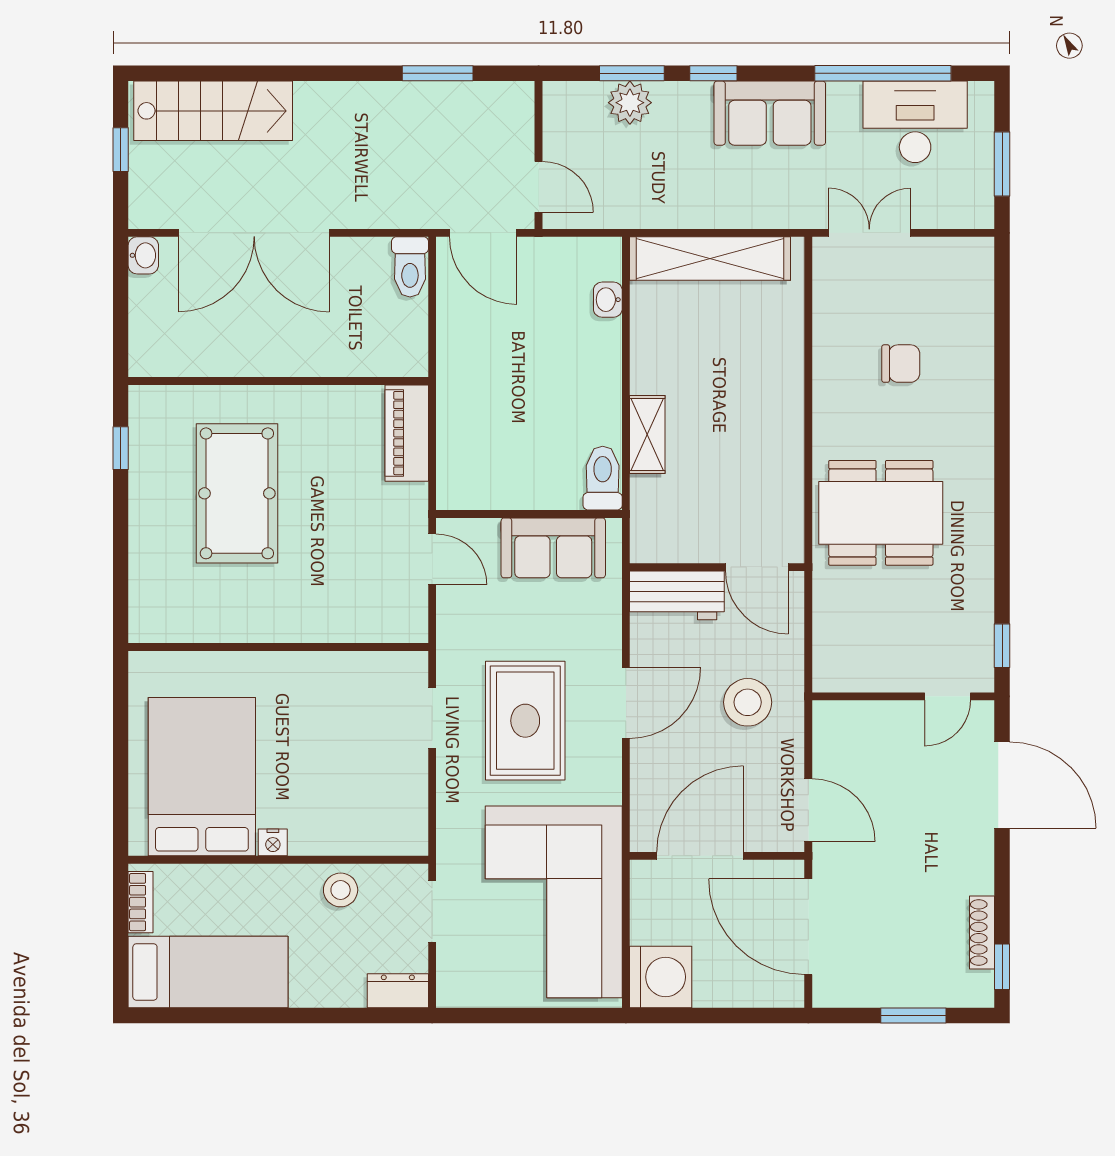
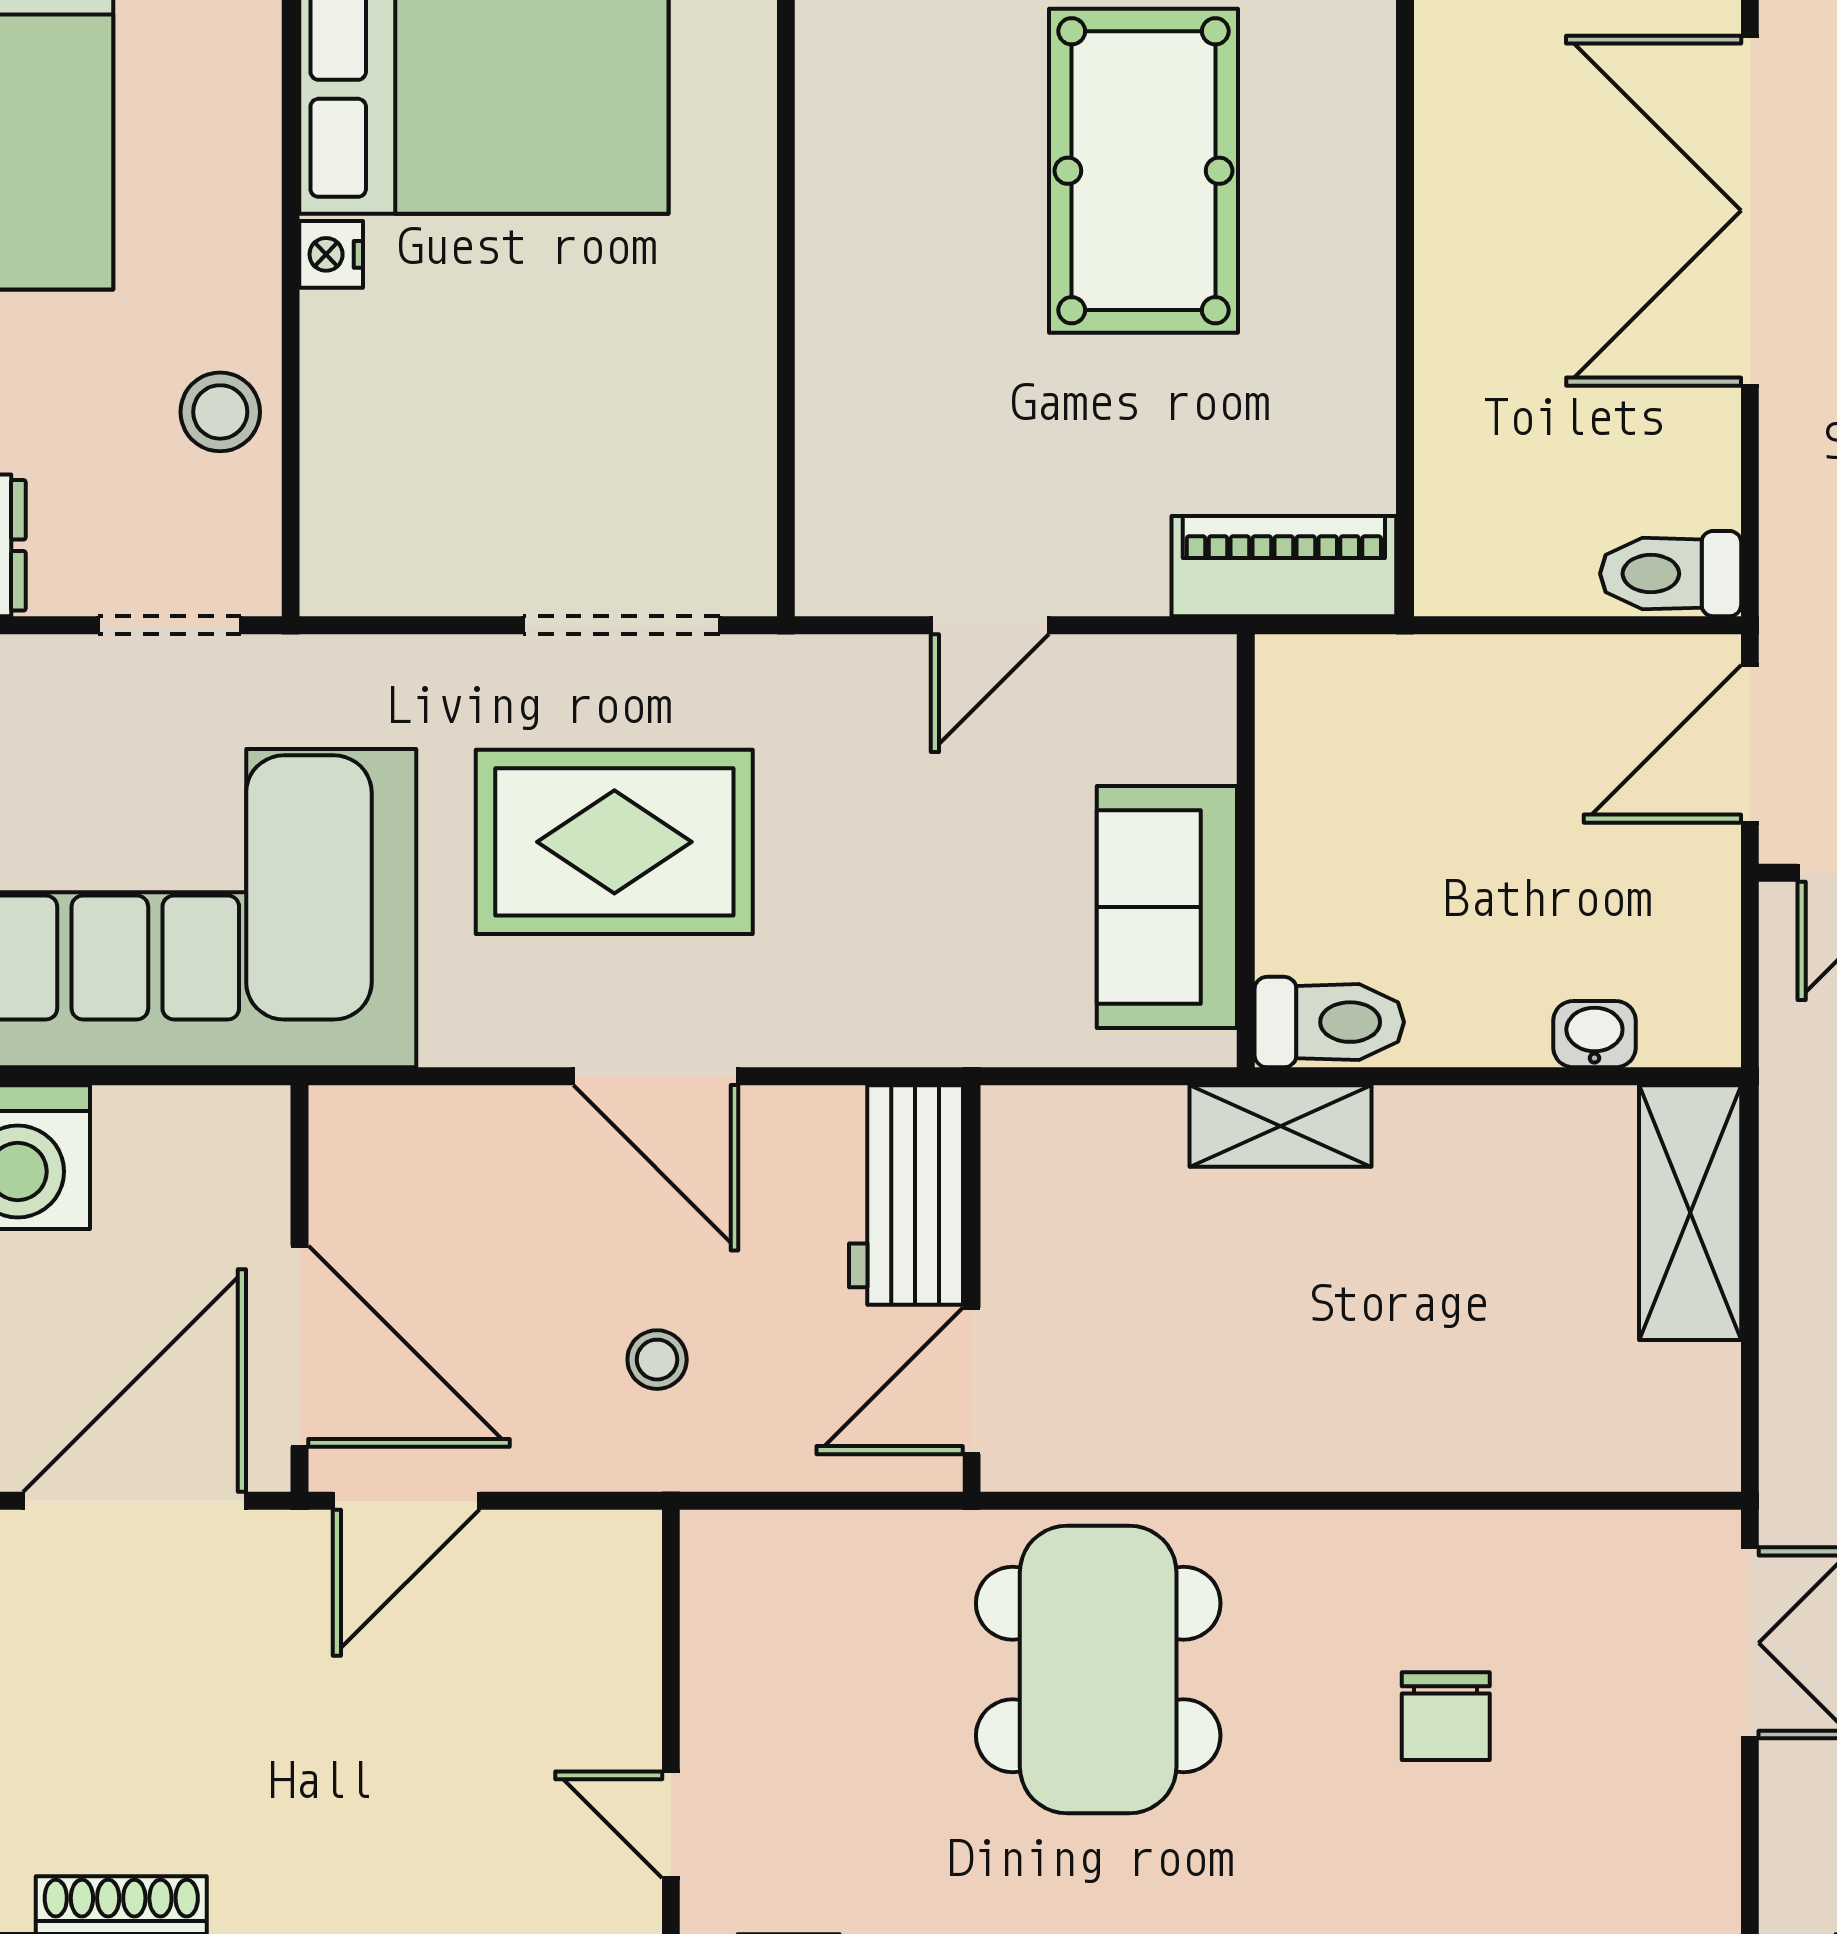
shelving: (710, 259) -> (1690, 1213), width x0.68
toilet: (603, 478) -> (1329, 1022), moved
pool table: (237, 493) -> (1143, 171), turned 90
wall: (529, 514) -> (1246, 851), moved
sofa: (553, 548) -> (1167, 907), moved
stool: (748, 702) -> (657, 1360), width x0.53, depth x0.53
doorway: (432, 718) -> (621, 625), width x1.38
door: (700, 856) -> (299, 1346), moved

